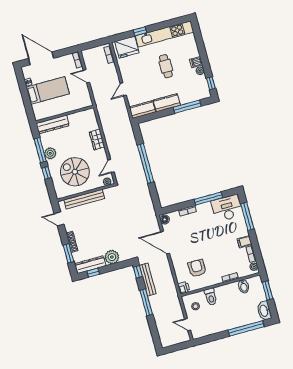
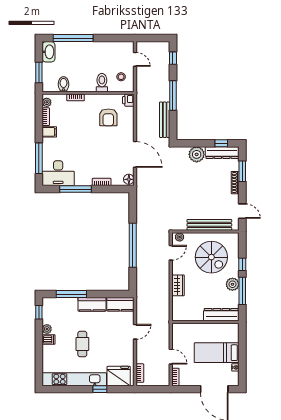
window: (138, 272) -> (173, 58), moved

